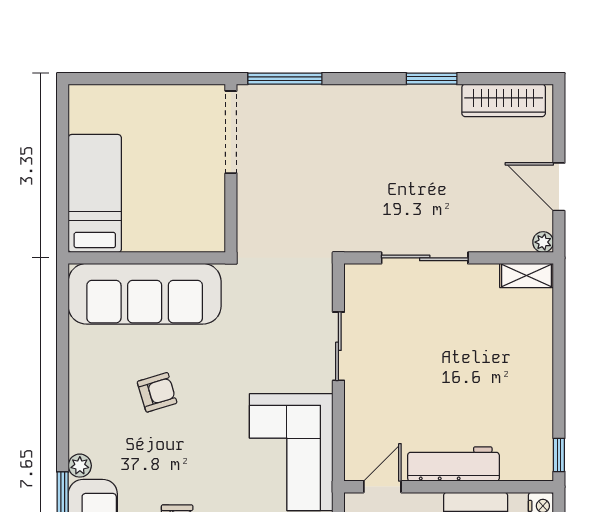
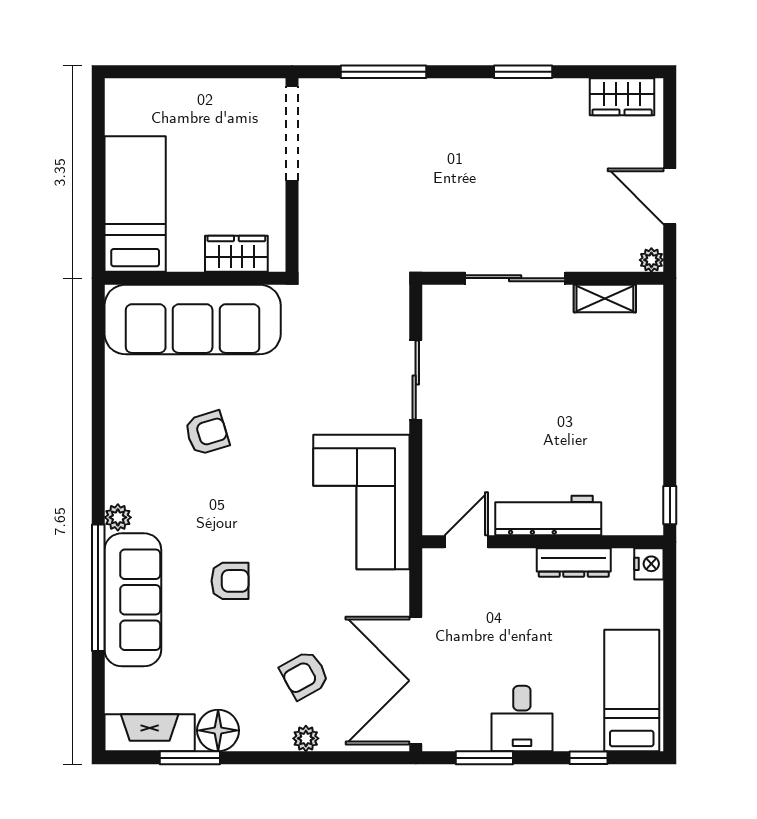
window: (285, 79) -> (384, 72), moved
wardrobe: (504, 100) -> (622, 97), width x0.67
wardrobe: (183, 237) -> (236, 254), added
shelving: (527, 276) -> (605, 299), moved

